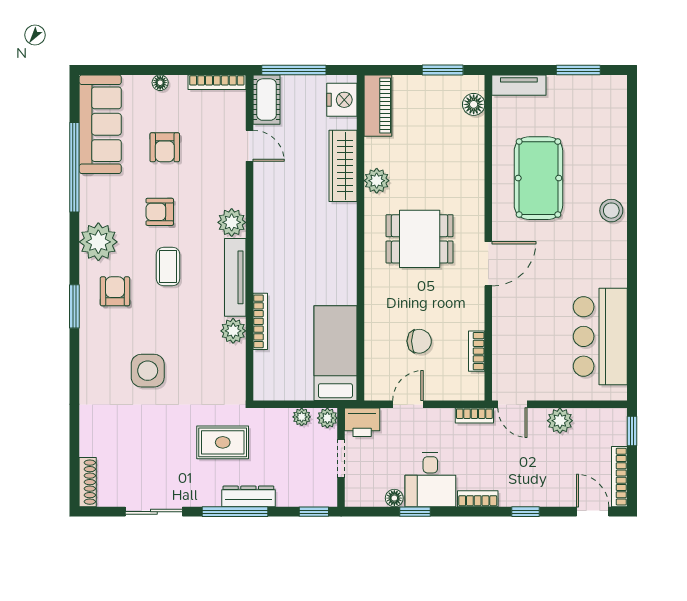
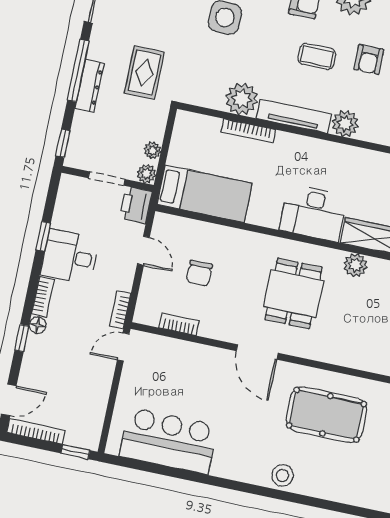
armchair: (160, 212) -> (369, 59), turned 180
desk: (331, 236) -> (313, 213), added
plant: (233, 331) -> (242, 99), width x1.36, depth x1.36
plant: (560, 421) -> (99, 387), removed
floor lamp: (394, 498) -> (38, 325), moved

